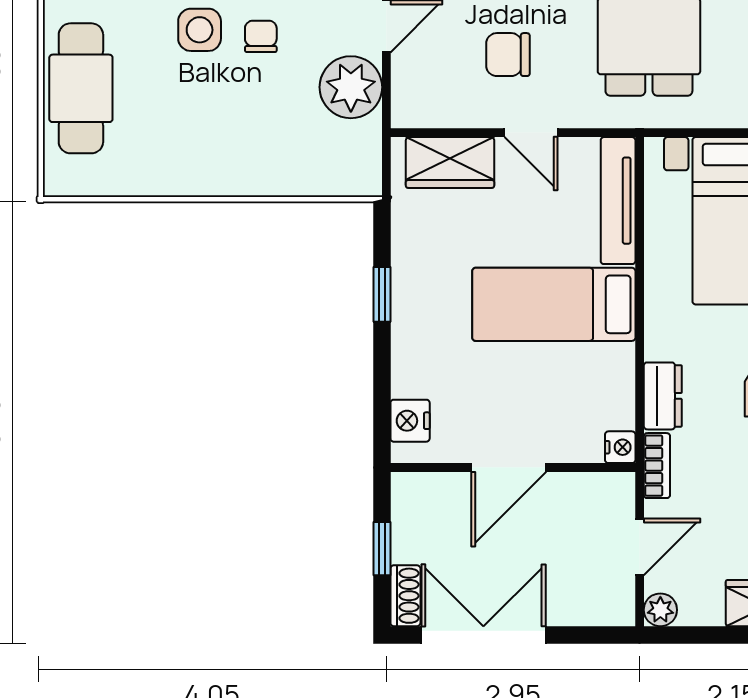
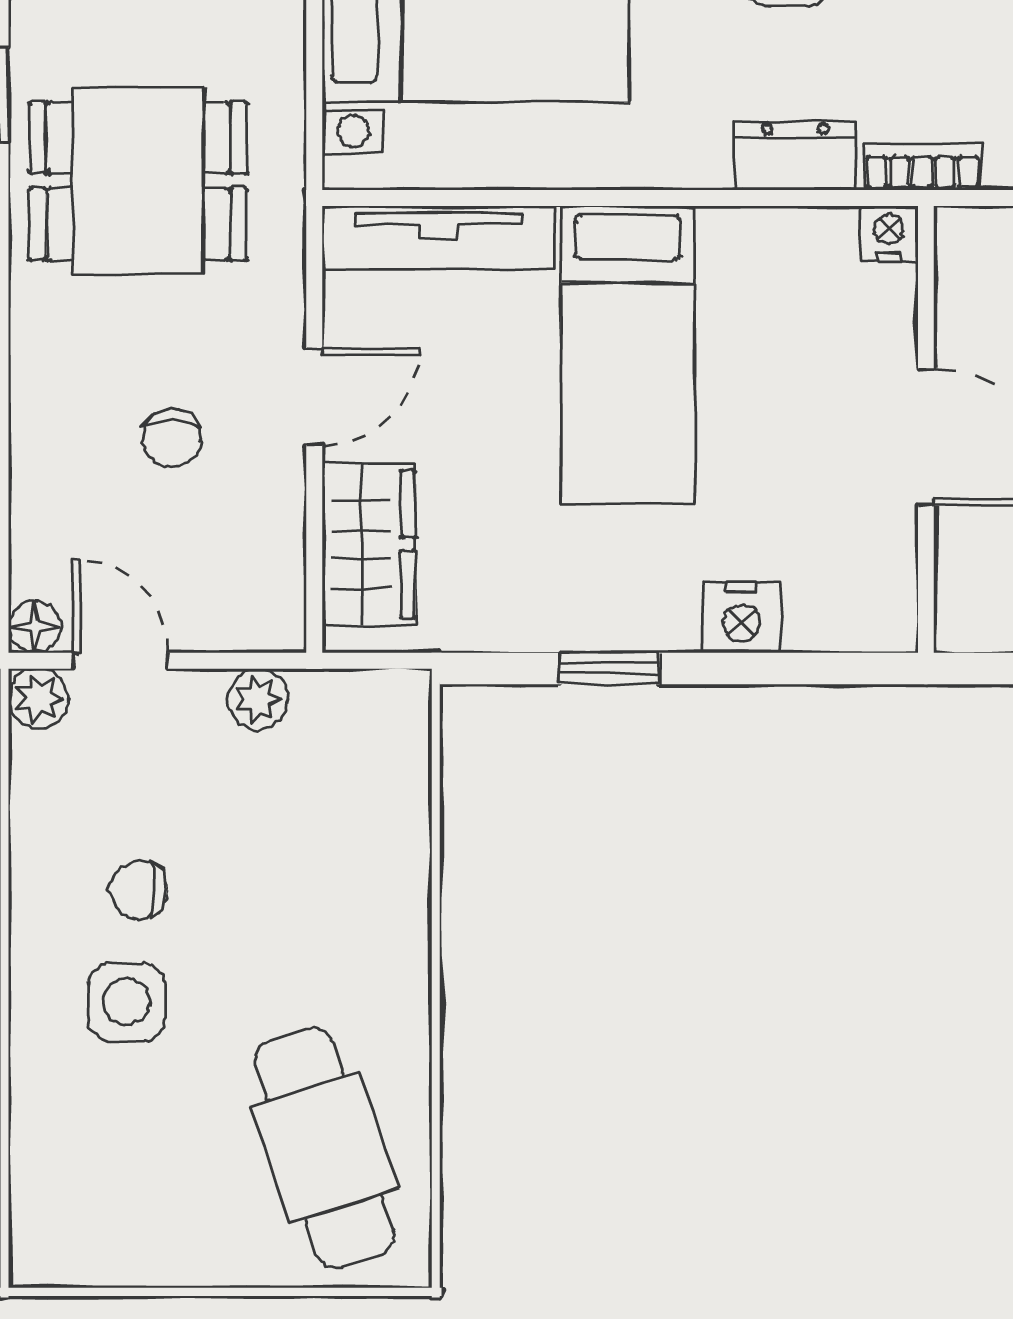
chair: (508, 55) -> (172, 439), width x0.73, depth x0.73
plant: (351, 87) -> (258, 699), width x0.53, depth x0.53
cafe table: (81, 88) -> (325, 1148), moved, turned 72
nightstand: (410, 421) -> (741, 617), moved

